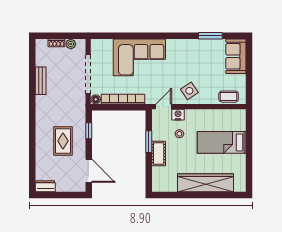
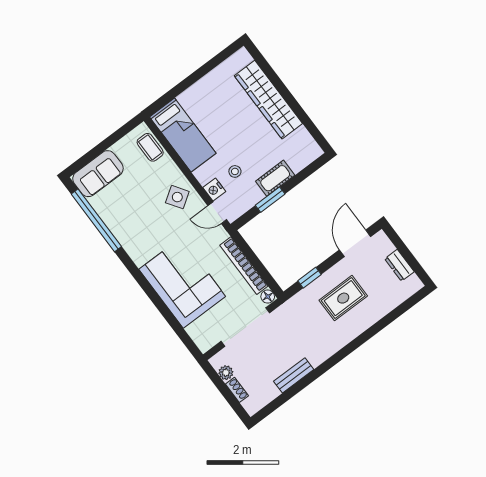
window: (210, 36) -> (96, 220), width x2.11
bed: (222, 142) -> (183, 135), moved
dresser: (45, 186) -> (399, 265), moved

